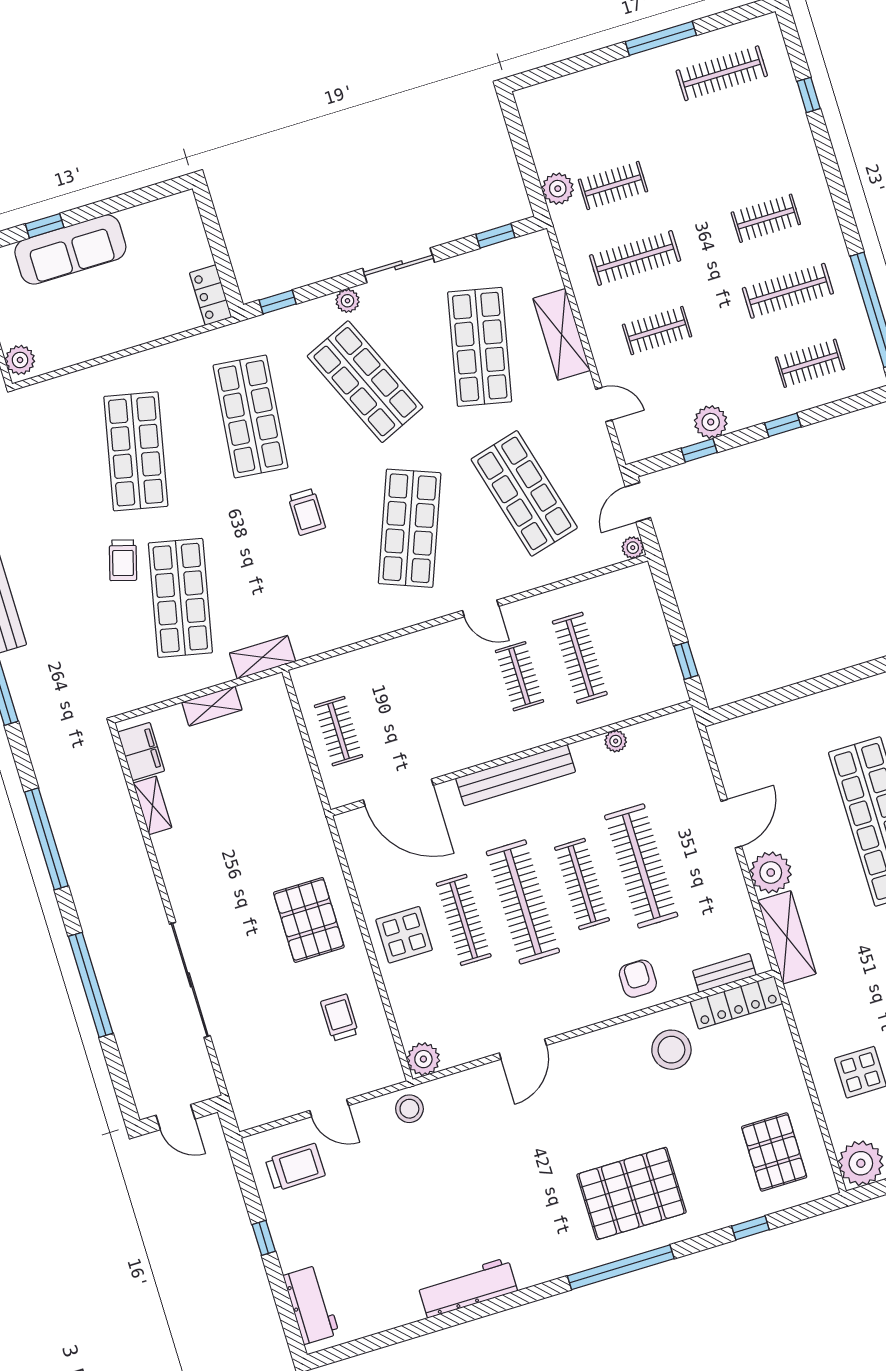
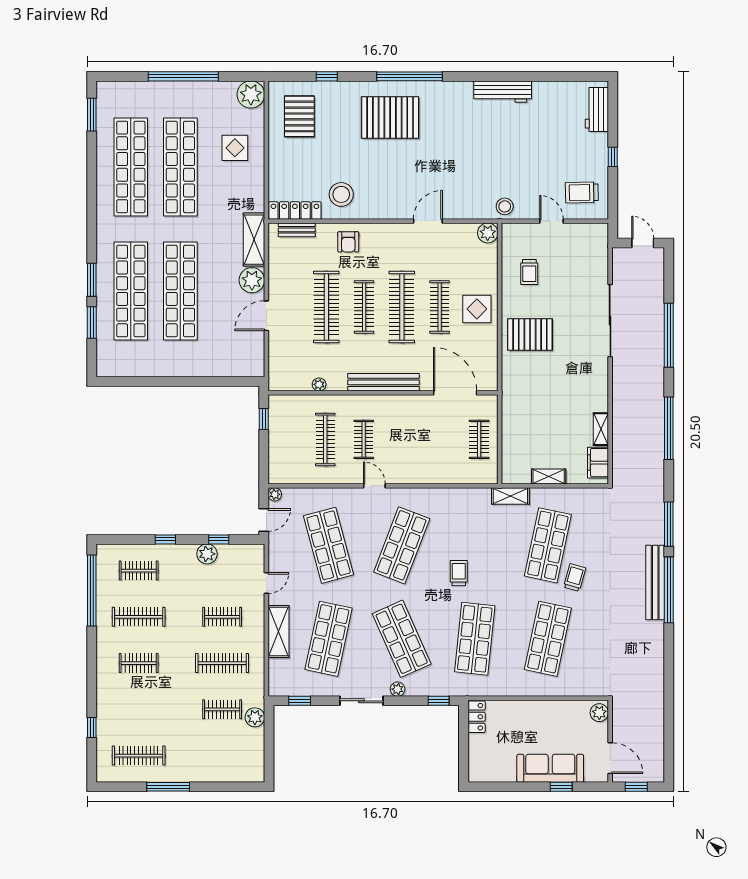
door: (604, 405) -> (266, 583), swing flipped
pallet: (309, 920) -> (530, 334), turned 90

